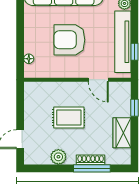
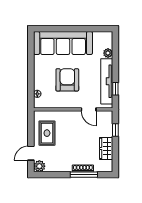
armchair: (69, 40) -> (67, 80), turned 90
rug: (69, 118) -> (47, 133), moved, turned 90
plant: (58, 157) -> (39, 166), moved

